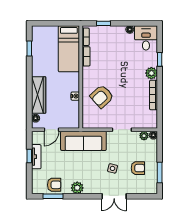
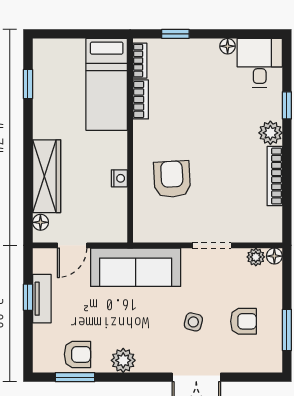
armchair: (102, 96) -> (172, 179), turned 129

